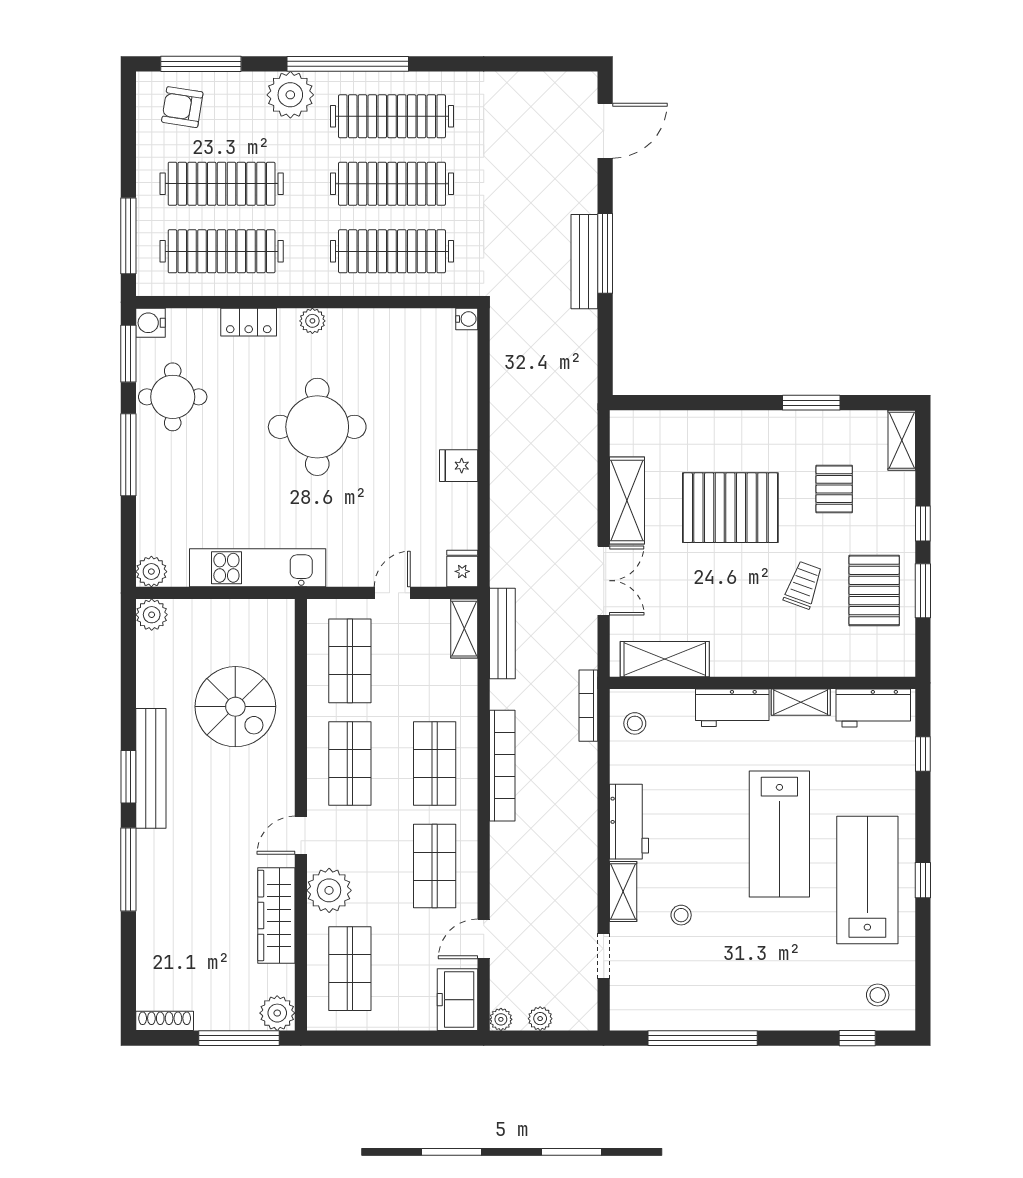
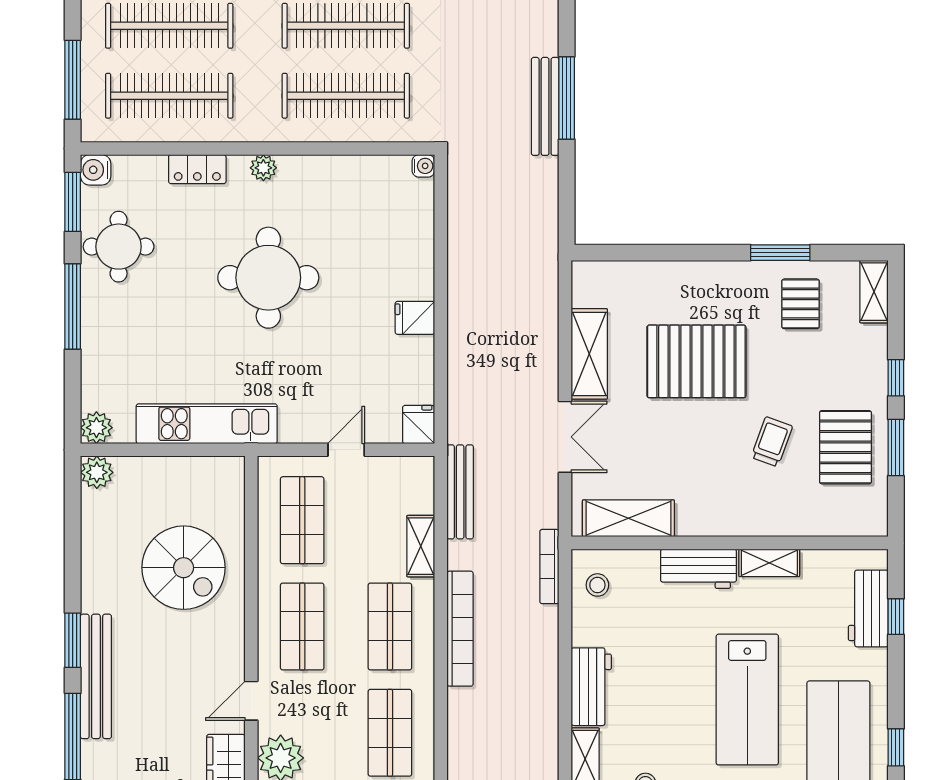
pallet: (834, 489) -> (801, 304), moved
shelving: (464, 629) -> (421, 546), moved
workbench: (873, 708) -> (868, 608), moved, turned 90
bench: (151, 768) -> (96, 676), moved

